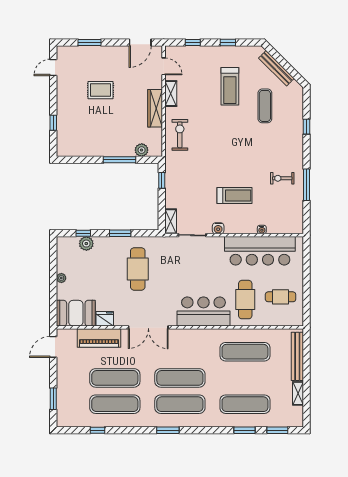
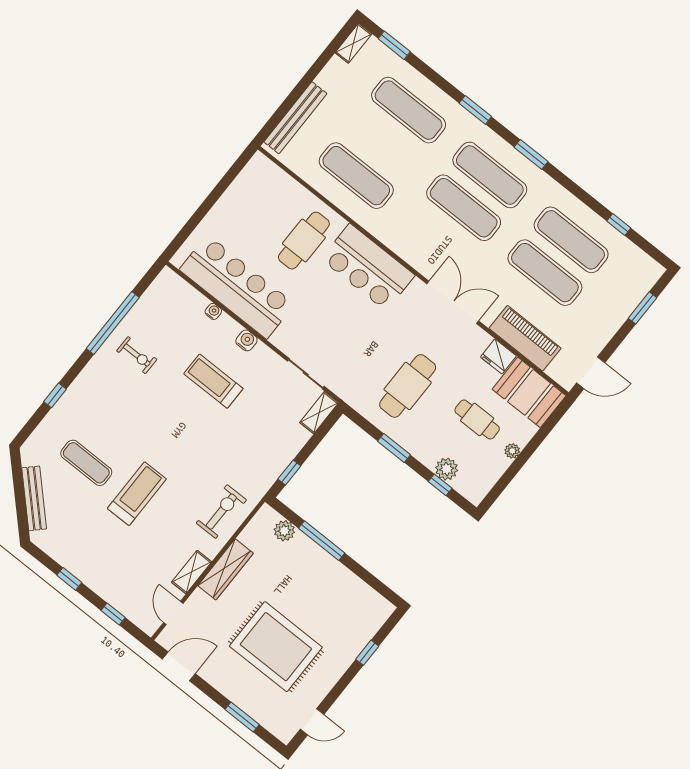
treadmill: (230, 86) -> (137, 494), moved
rug: (100, 90) -> (276, 647), width x1.86, depth x2.06
exercise mat: (265, 106) -> (86, 463), turned 90
exercise bike: (180, 135) -> (221, 512), turned 180
window: (306, 185) -> (113, 323), width x1.46
water cooler: (218, 228) -> (246, 340), moved
cafe table: (281, 297) -> (477, 419), moved
shelving: (298, 393) -> (353, 43), moved
window: (245, 430) -> (475, 110), moved

